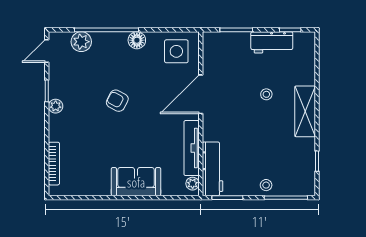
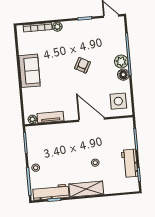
plant: (81, 42) -> (121, 62), moved
plant: (56, 106) -> (57, 27), moved
tv unit: (192, 148) -> (50, 117), width x0.71
workbench: (213, 169) -> (51, 192), moved, turned 180
sofa: (136, 182) -> (29, 71), moved

